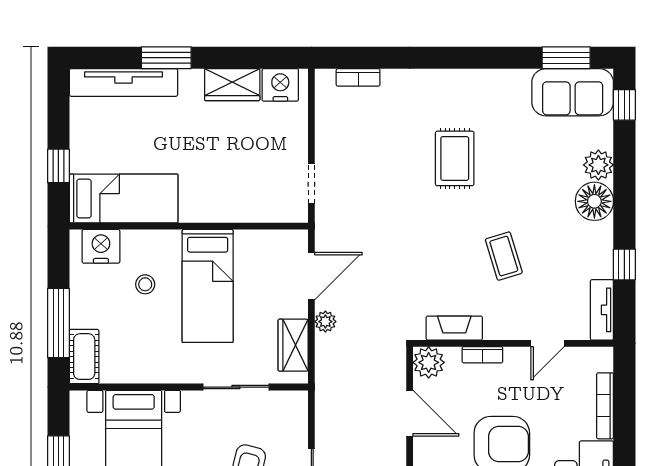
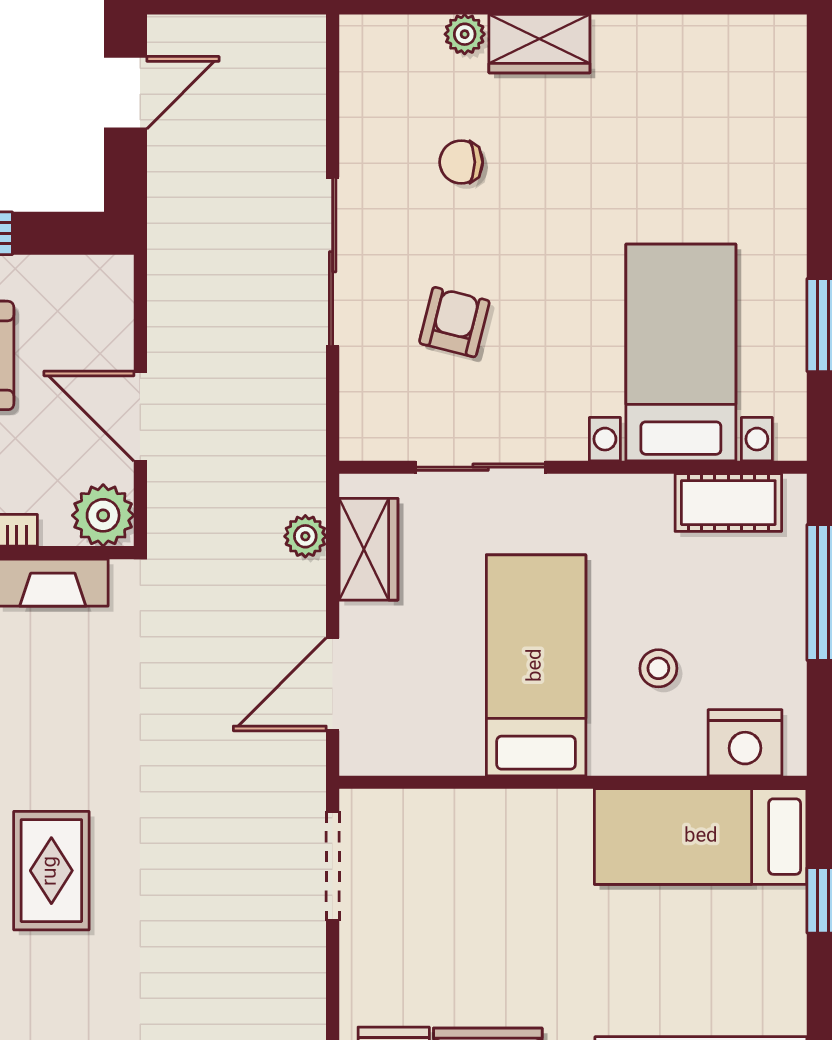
rug: (455, 158) -> (51, 871), moved
doorway: (311, 183) -> (333, 866), width x1.38
plant: (325, 322) -> (305, 536), moved
cot: (84, 357) -> (728, 503), moved, turned 90

